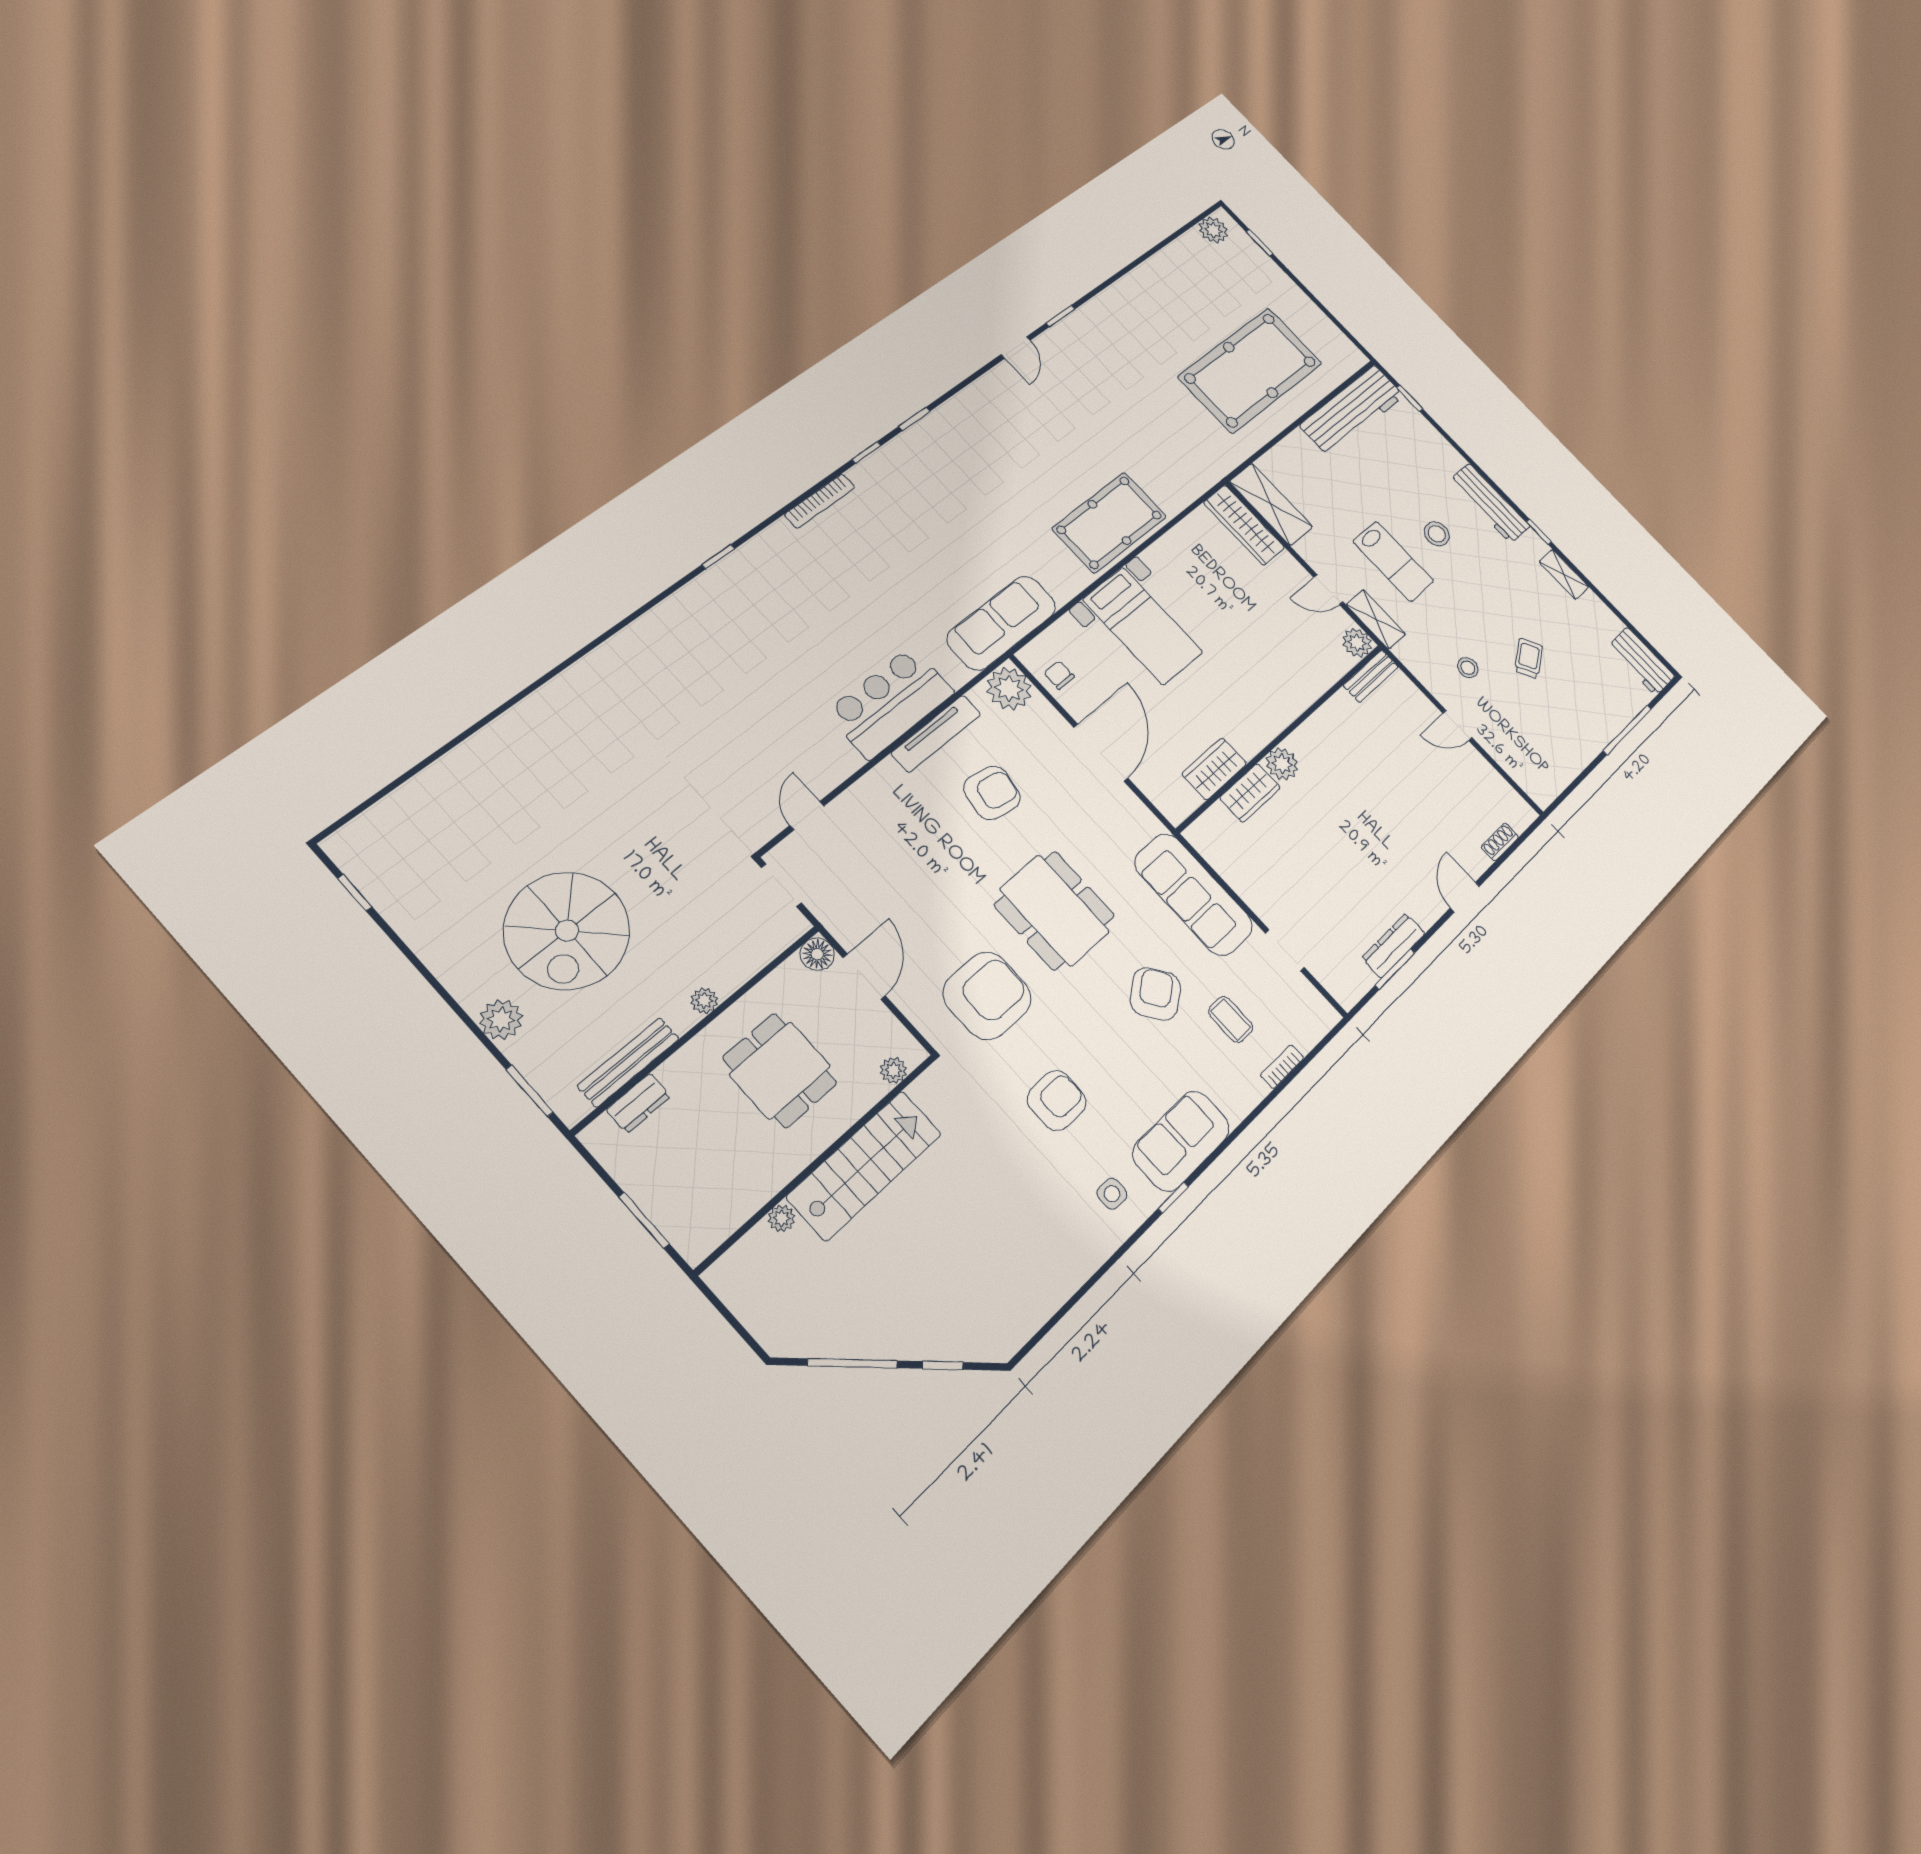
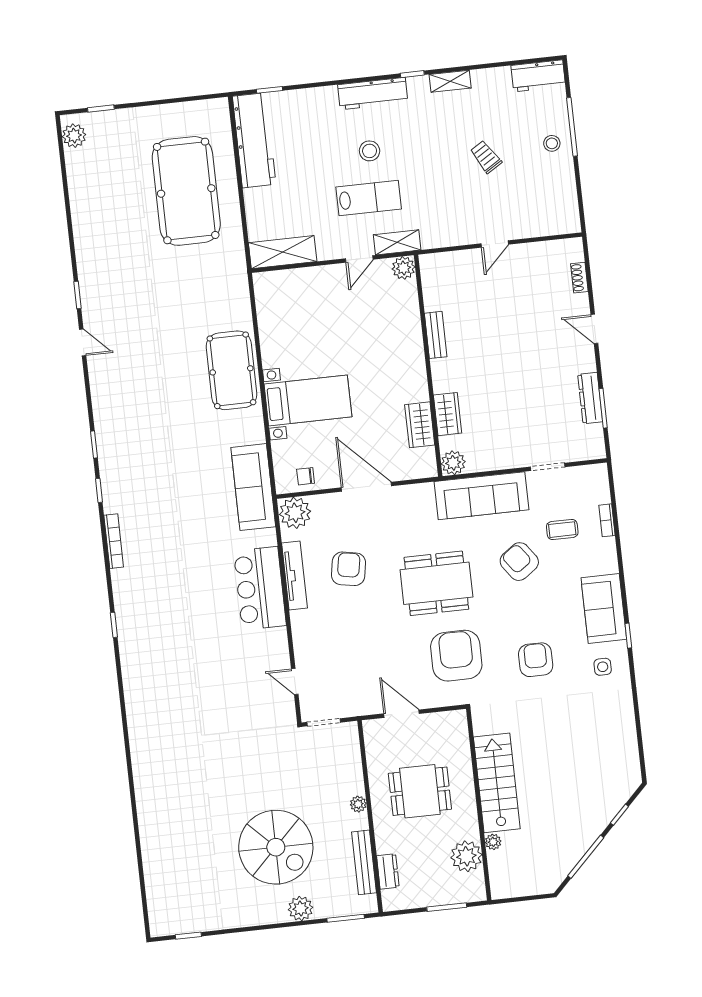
wardrobe: (1244, 525) -> (285, 282), removed
stool: (1468, 668) -> (552, 143), moved
bench: (1371, 676) -> (436, 335), moved
plant: (1282, 764) -> (453, 463), moved
floor lamp: (817, 954) -> (373, 730), removed
plant: (893, 1070) -> (466, 856), moved, width x1.88, depth x1.88

